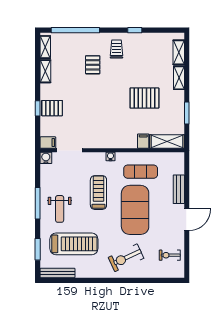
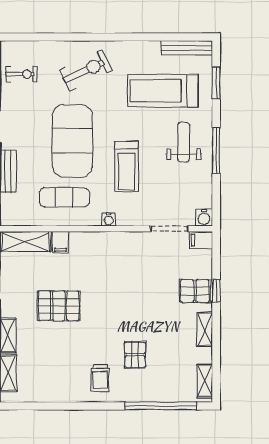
window: (135, 30) -> (73, 406), removed
shelving: (45, 71) -> (205, 329), moved

